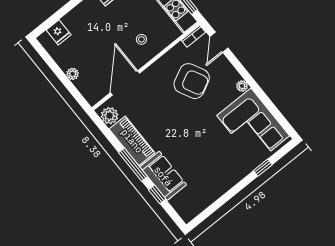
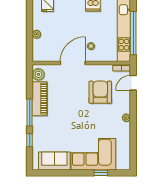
armchair: (192, 81) -> (100, 92), turned -153
door: (125, 83) -> (73, 63), moved
corner sofa: (253, 126) -> (93, 154), moved, turned 90
sofa: (163, 176) -> (54, 161), moved, turned -90

